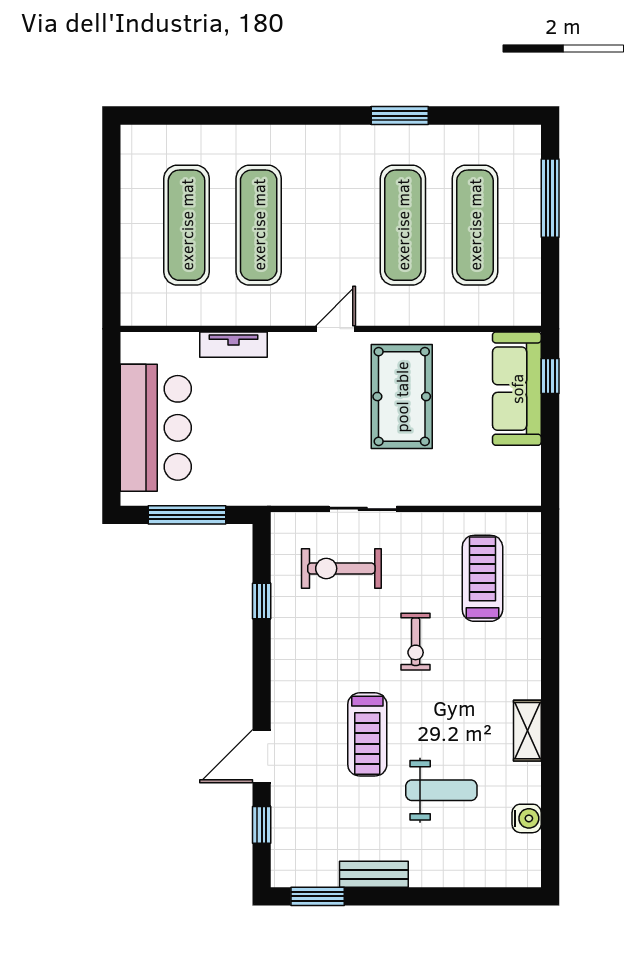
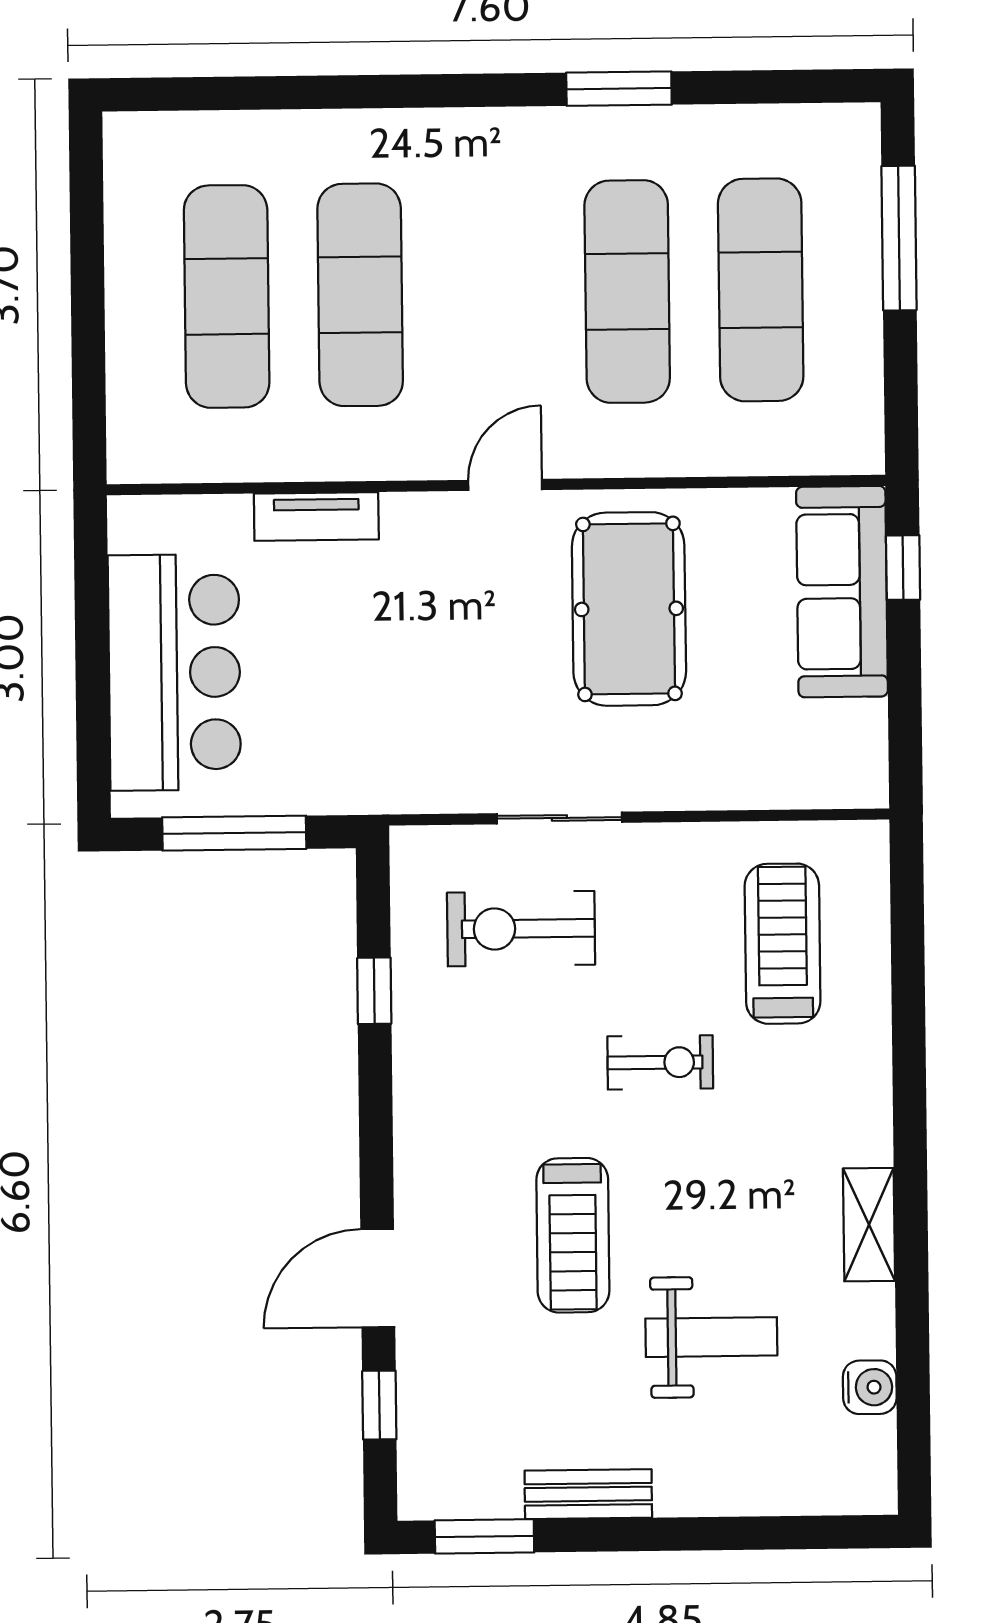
exercise bike: (416, 642) -> (660, 1062), turned -90

